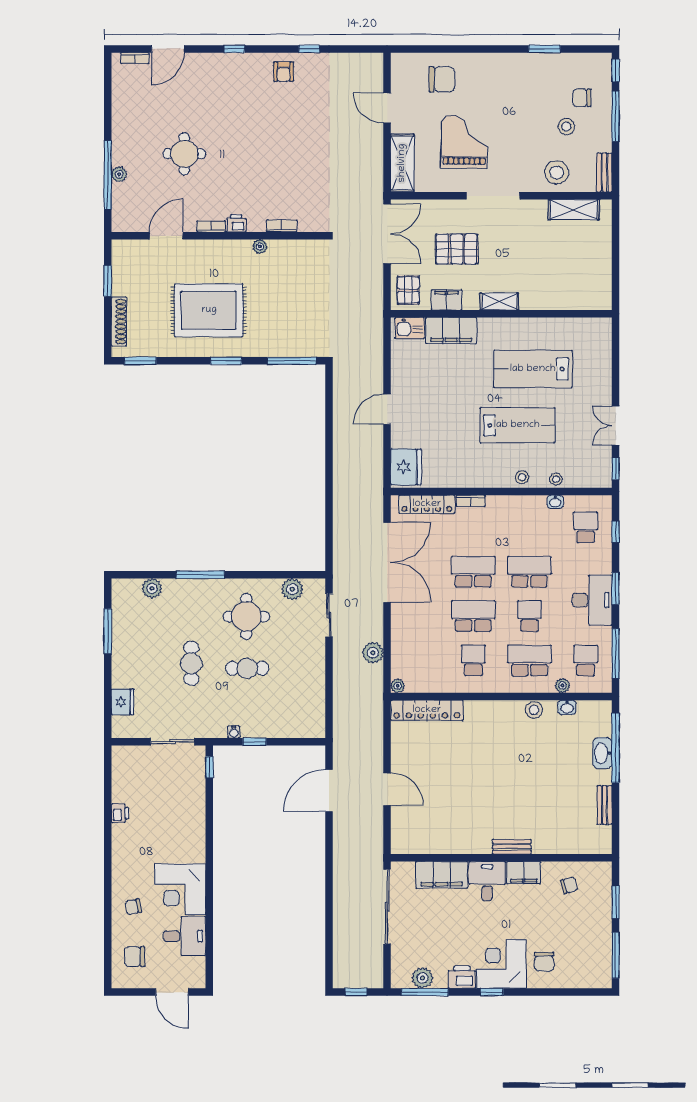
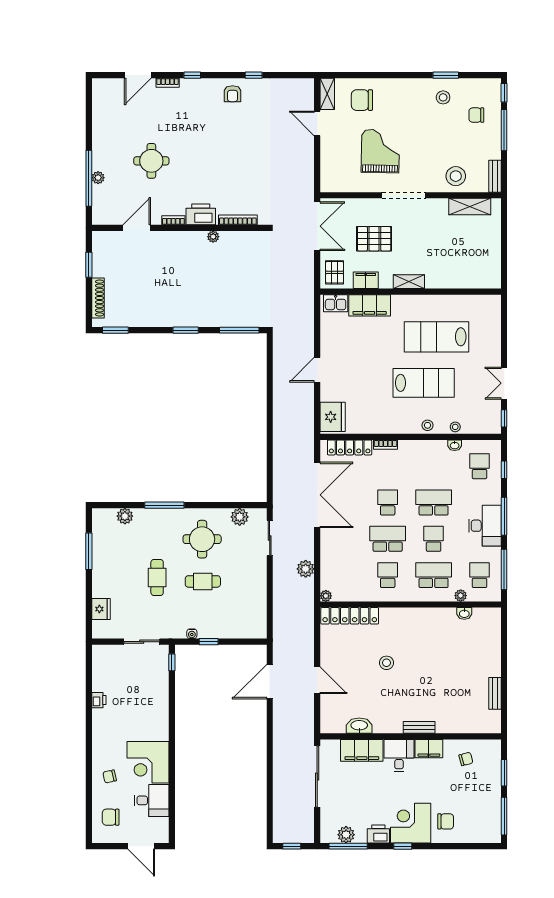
bookcase: (135, 58) -> (168, 83), moved
chair: (442, 79) -> (362, 100), turned 180
stool: (566, 127) -> (443, 97), moved
shelving: (402, 163) -> (327, 94), moved, width x0.67, depth x0.75
printer: (236, 223) -> (201, 214), width x1.87, depth x1.48
bookcase: (282, 226) -> (238, 220), width x1.56
rug: (209, 310) -> (171, 289), removed
school desk: (473, 572) -> (388, 503), width x0.54
window: (616, 588) -> (504, 516), width x1.44
stool: (534, 710) -> (386, 663), moved
window: (616, 748) -> (504, 647), removed
washbasin: (602, 753) -> (359, 726), moved, turned 90
chair: (544, 962) -> (446, 821), turned -90

